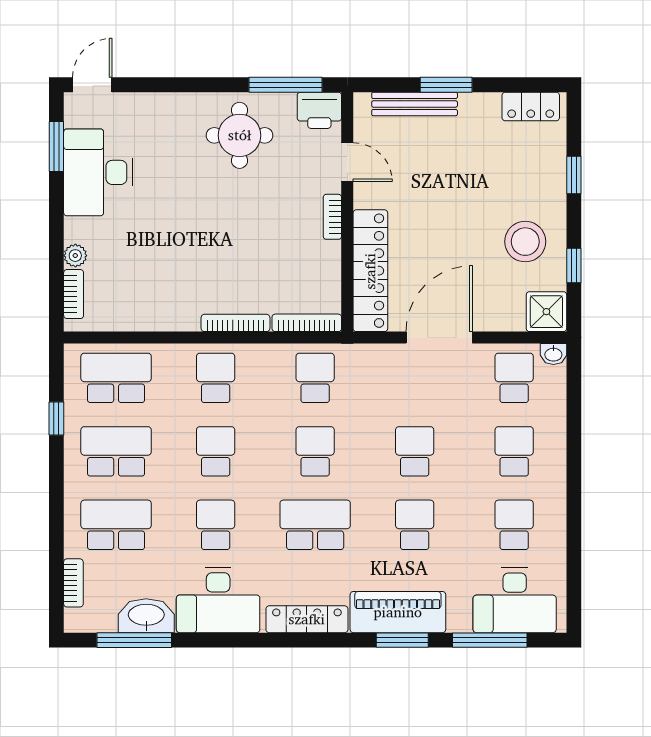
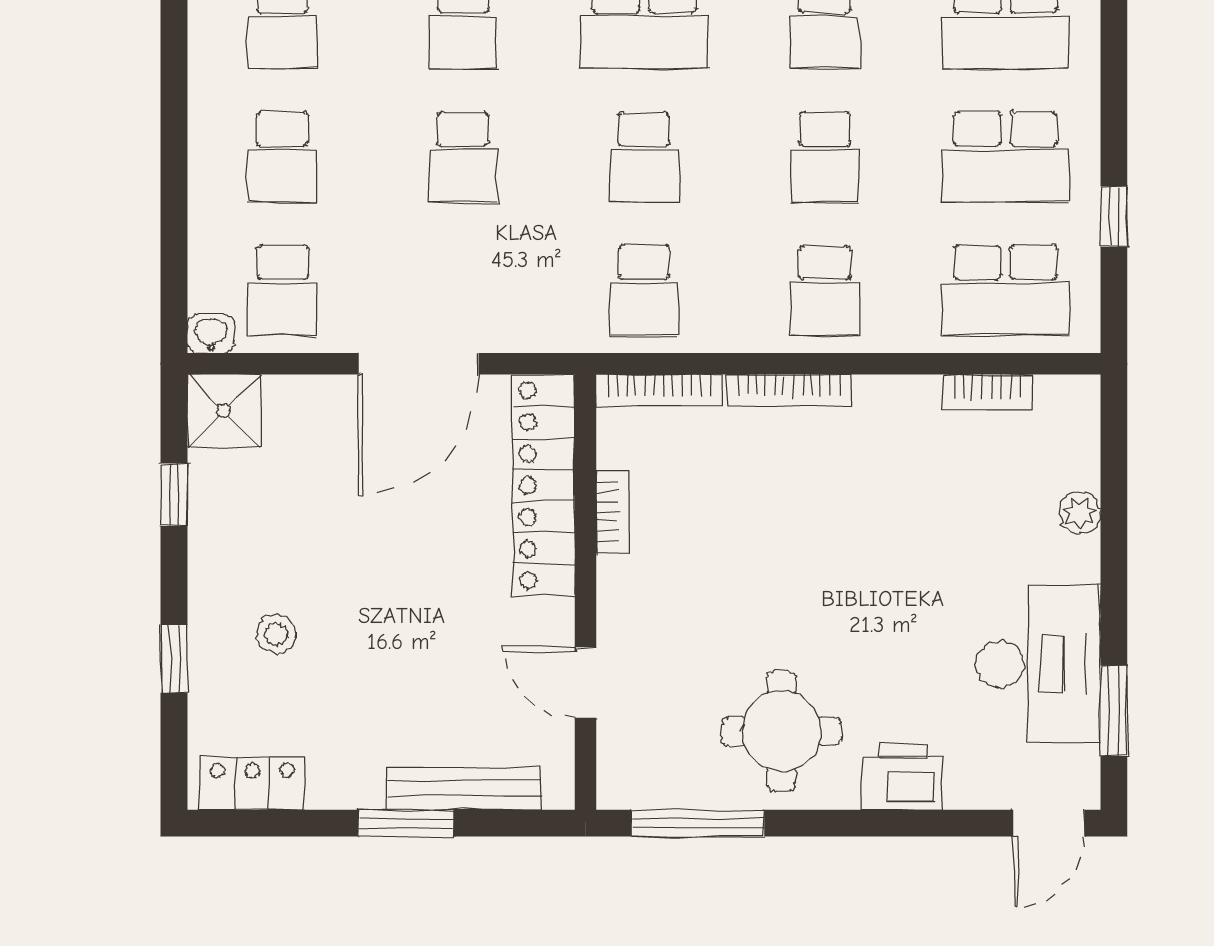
printer: (319, 110) -> (903, 777), moved
bookcase: (332, 217) -> (613, 511), moved
stool: (525, 242) -> (276, 634), moved, width x0.53, depth x0.53
bookcase: (74, 294) -> (987, 392), moved, turned -90

